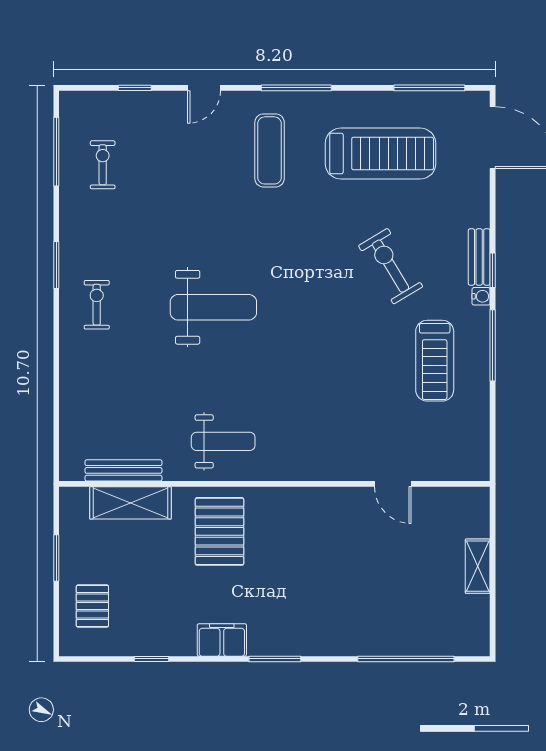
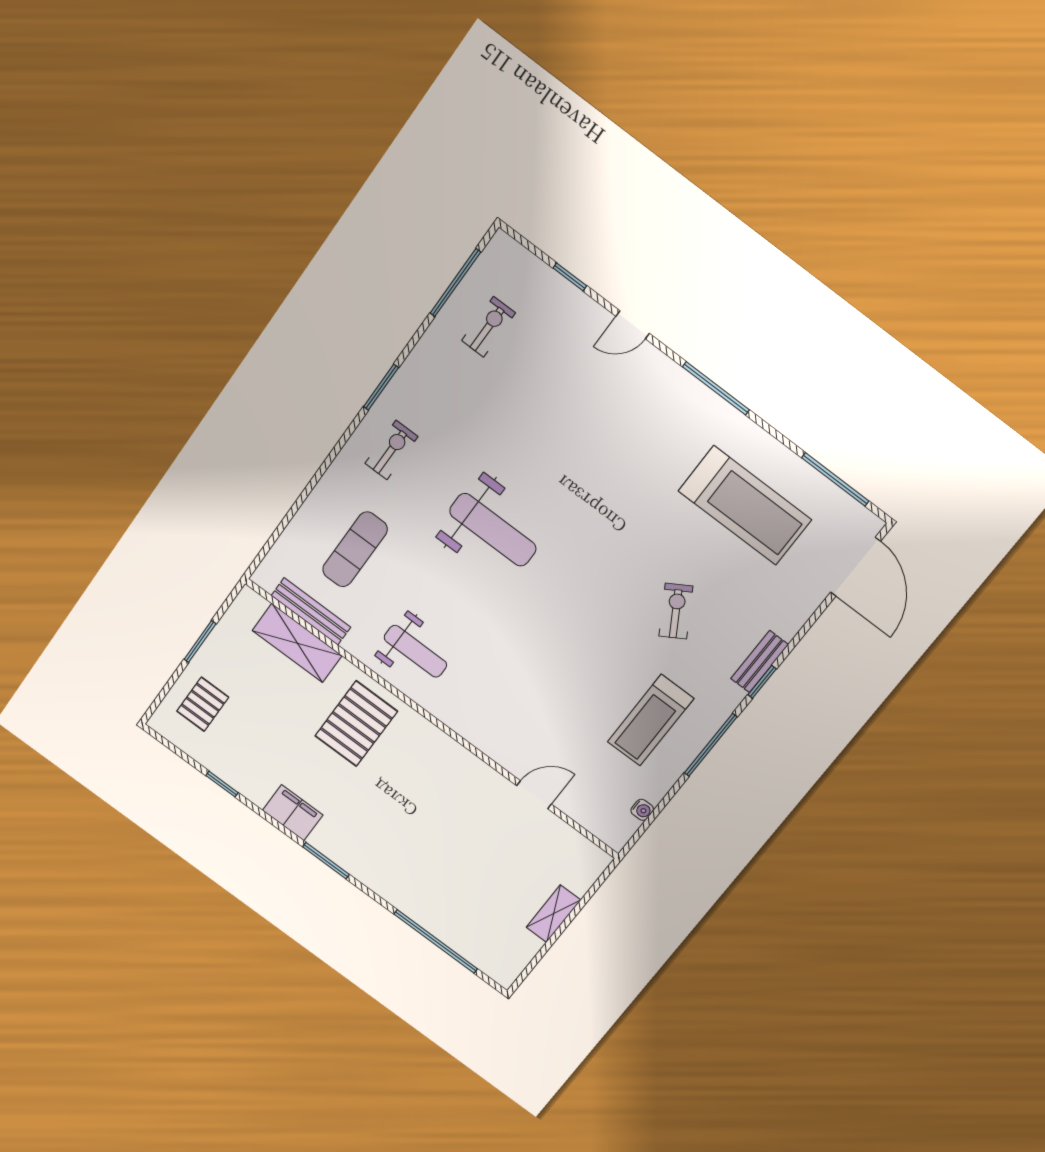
exercise mat: (270, 150) -> (355, 549), moved
exercise bike: (391, 266) -> (676, 611), width x0.73, depth x0.72
water cooler: (481, 296) -> (642, 810), moved
door: (393, 484) -> (534, 795), swing flipped

